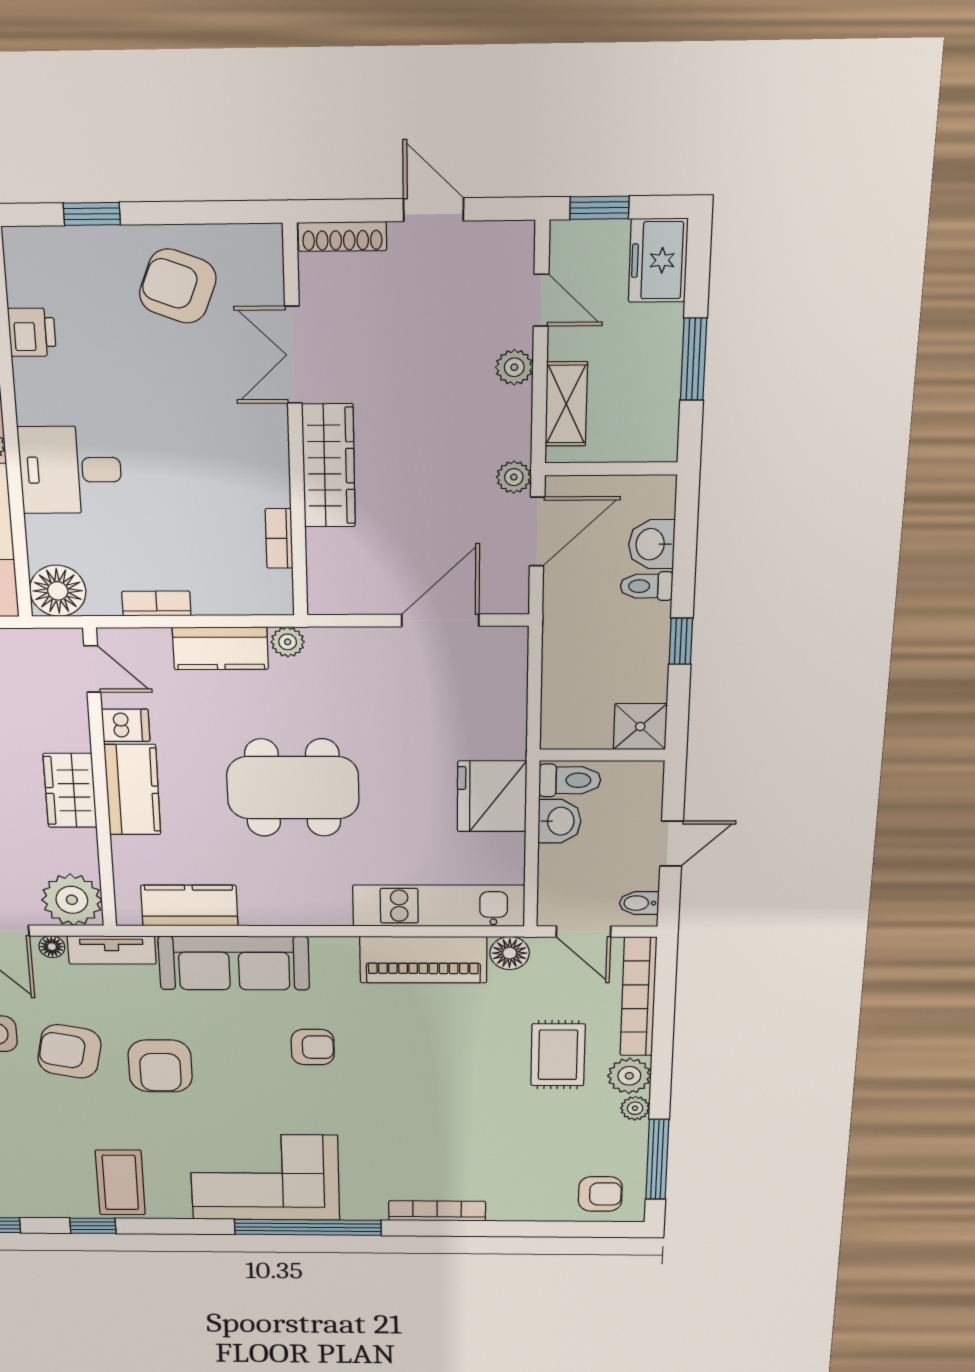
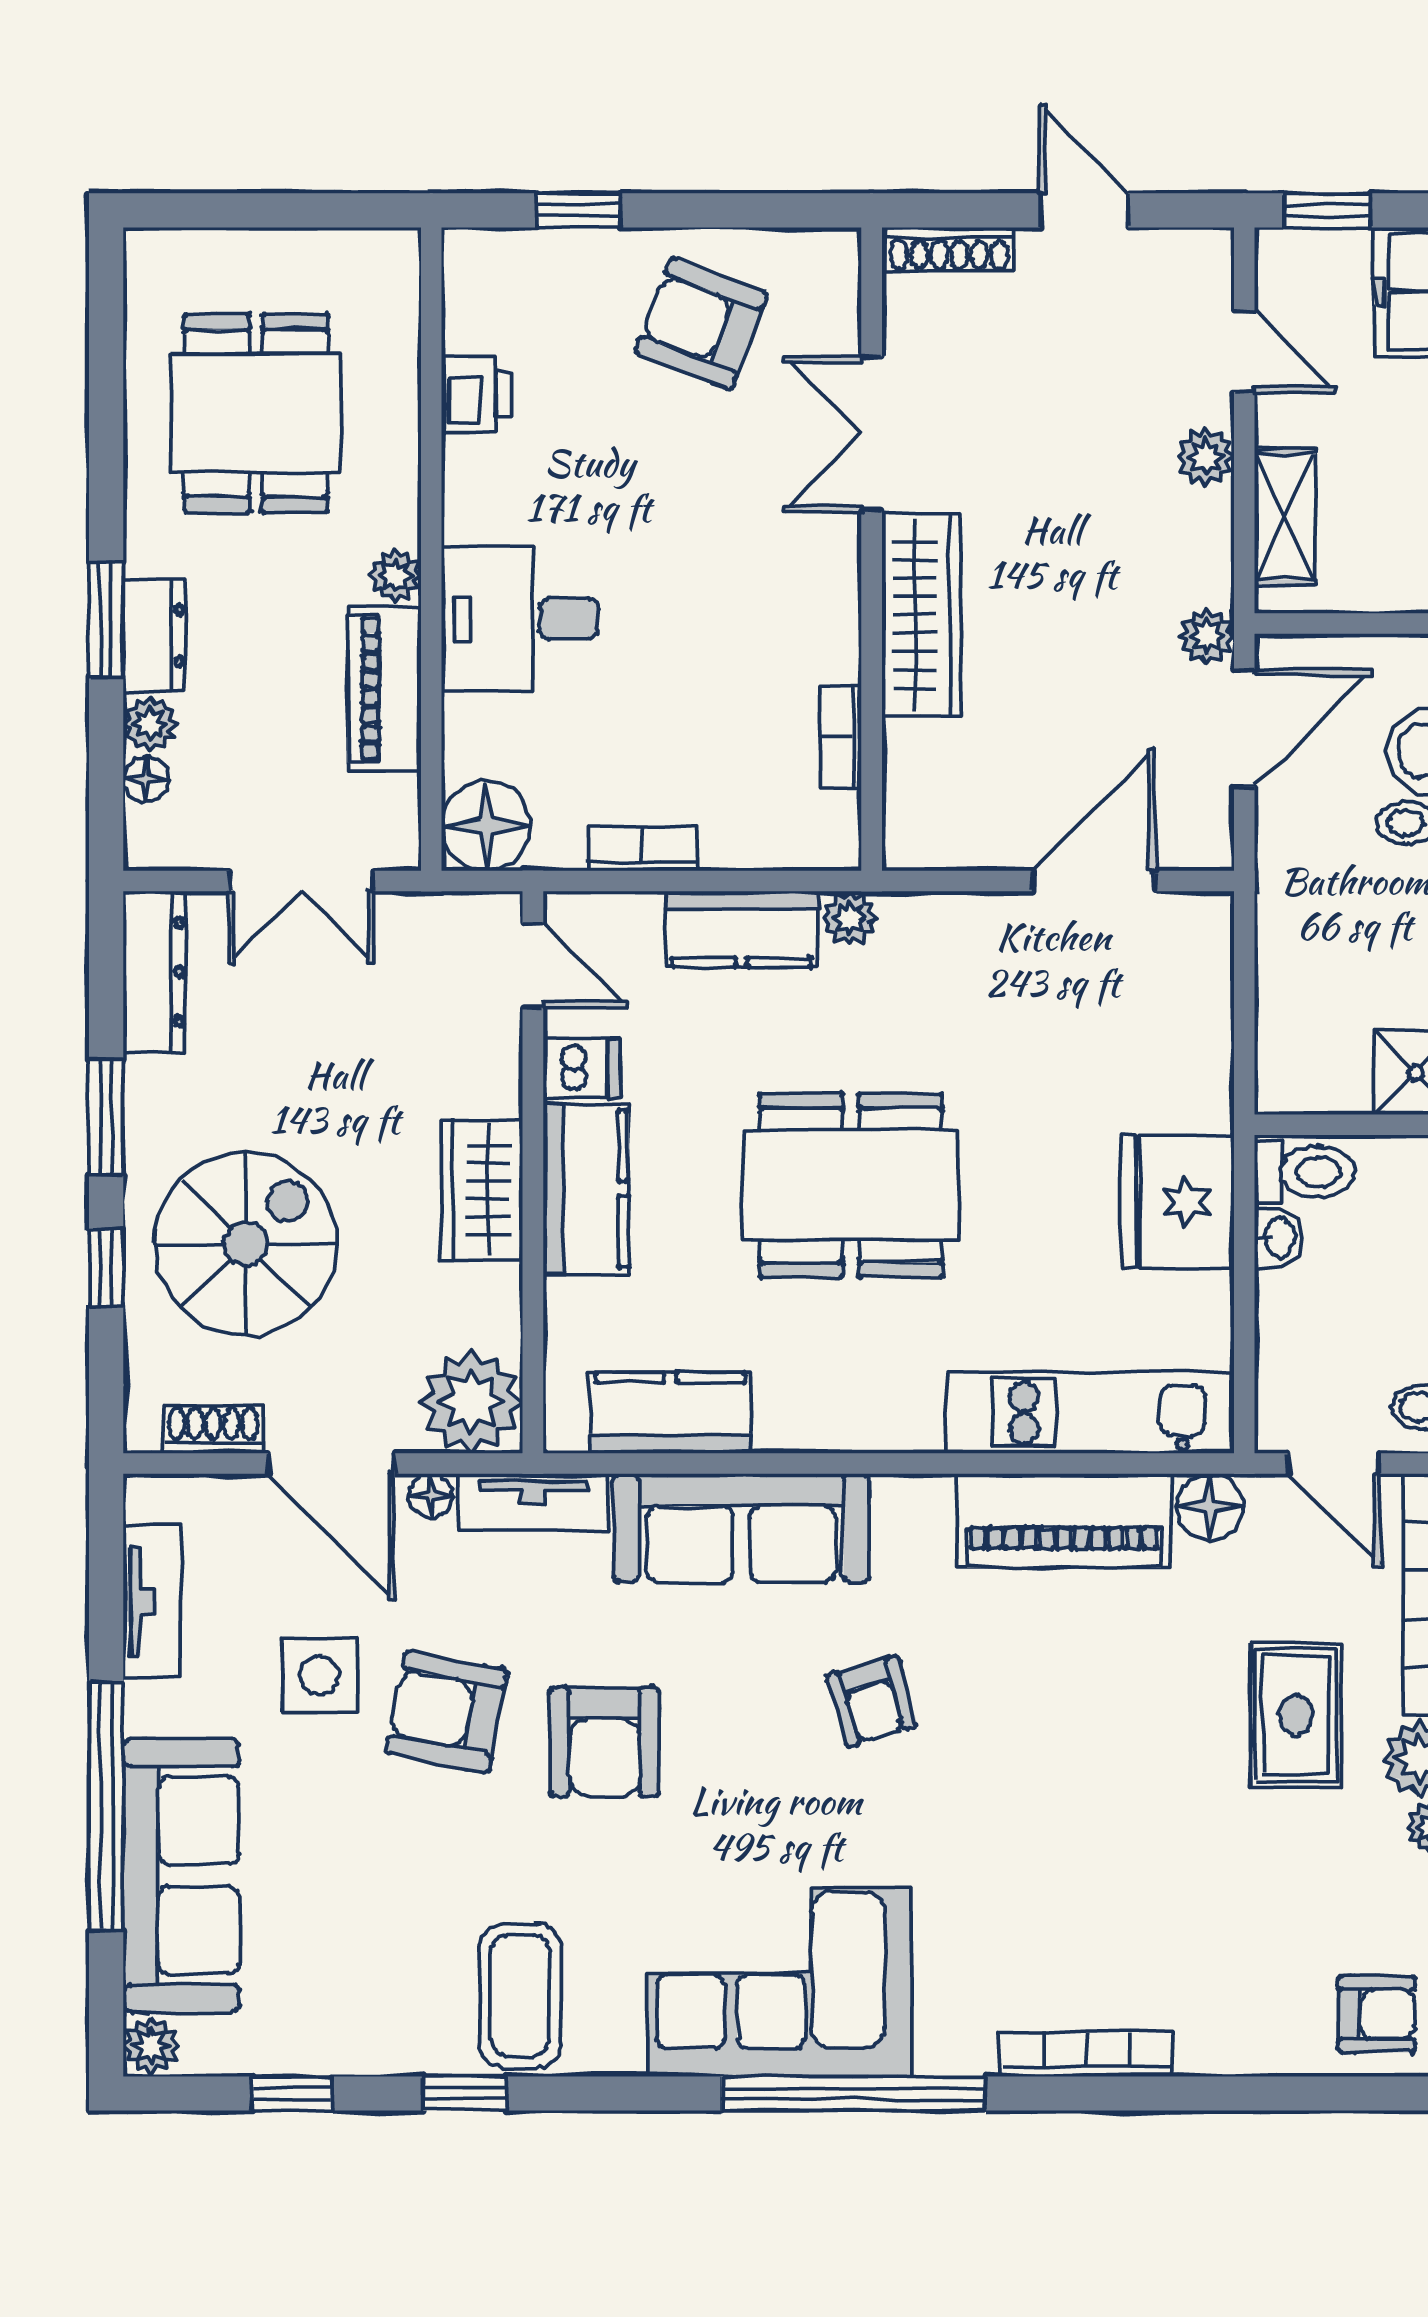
washbasin: (560, 821) -> (1278, 1238), width x0.72, depth x0.69
armchair: (313, 1047) -> (872, 1701), turned 74

